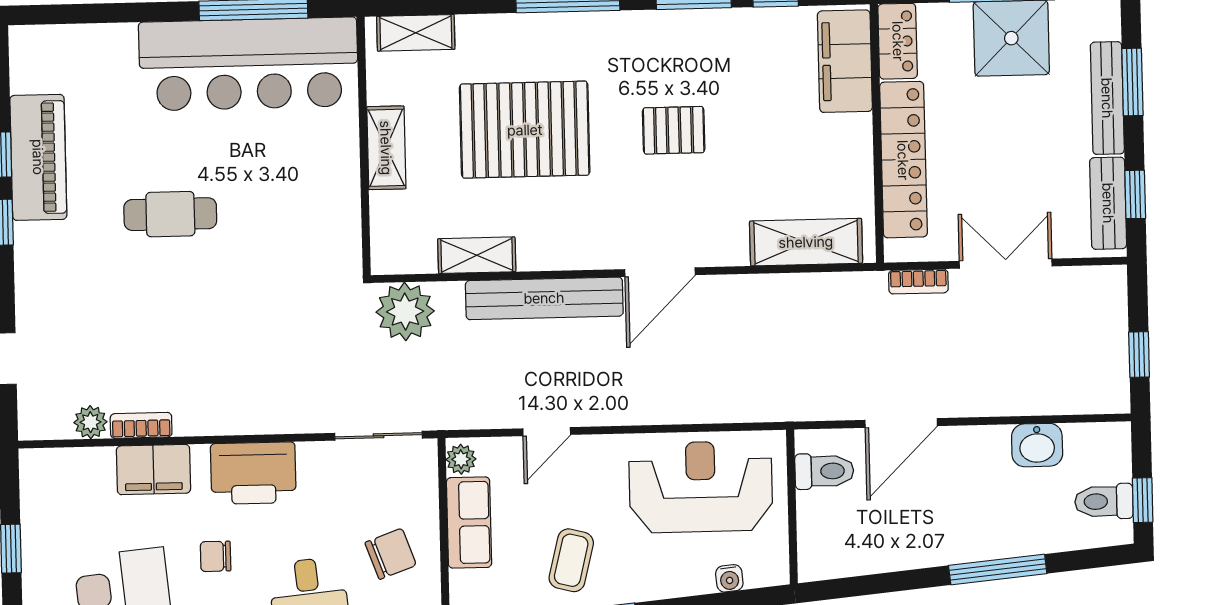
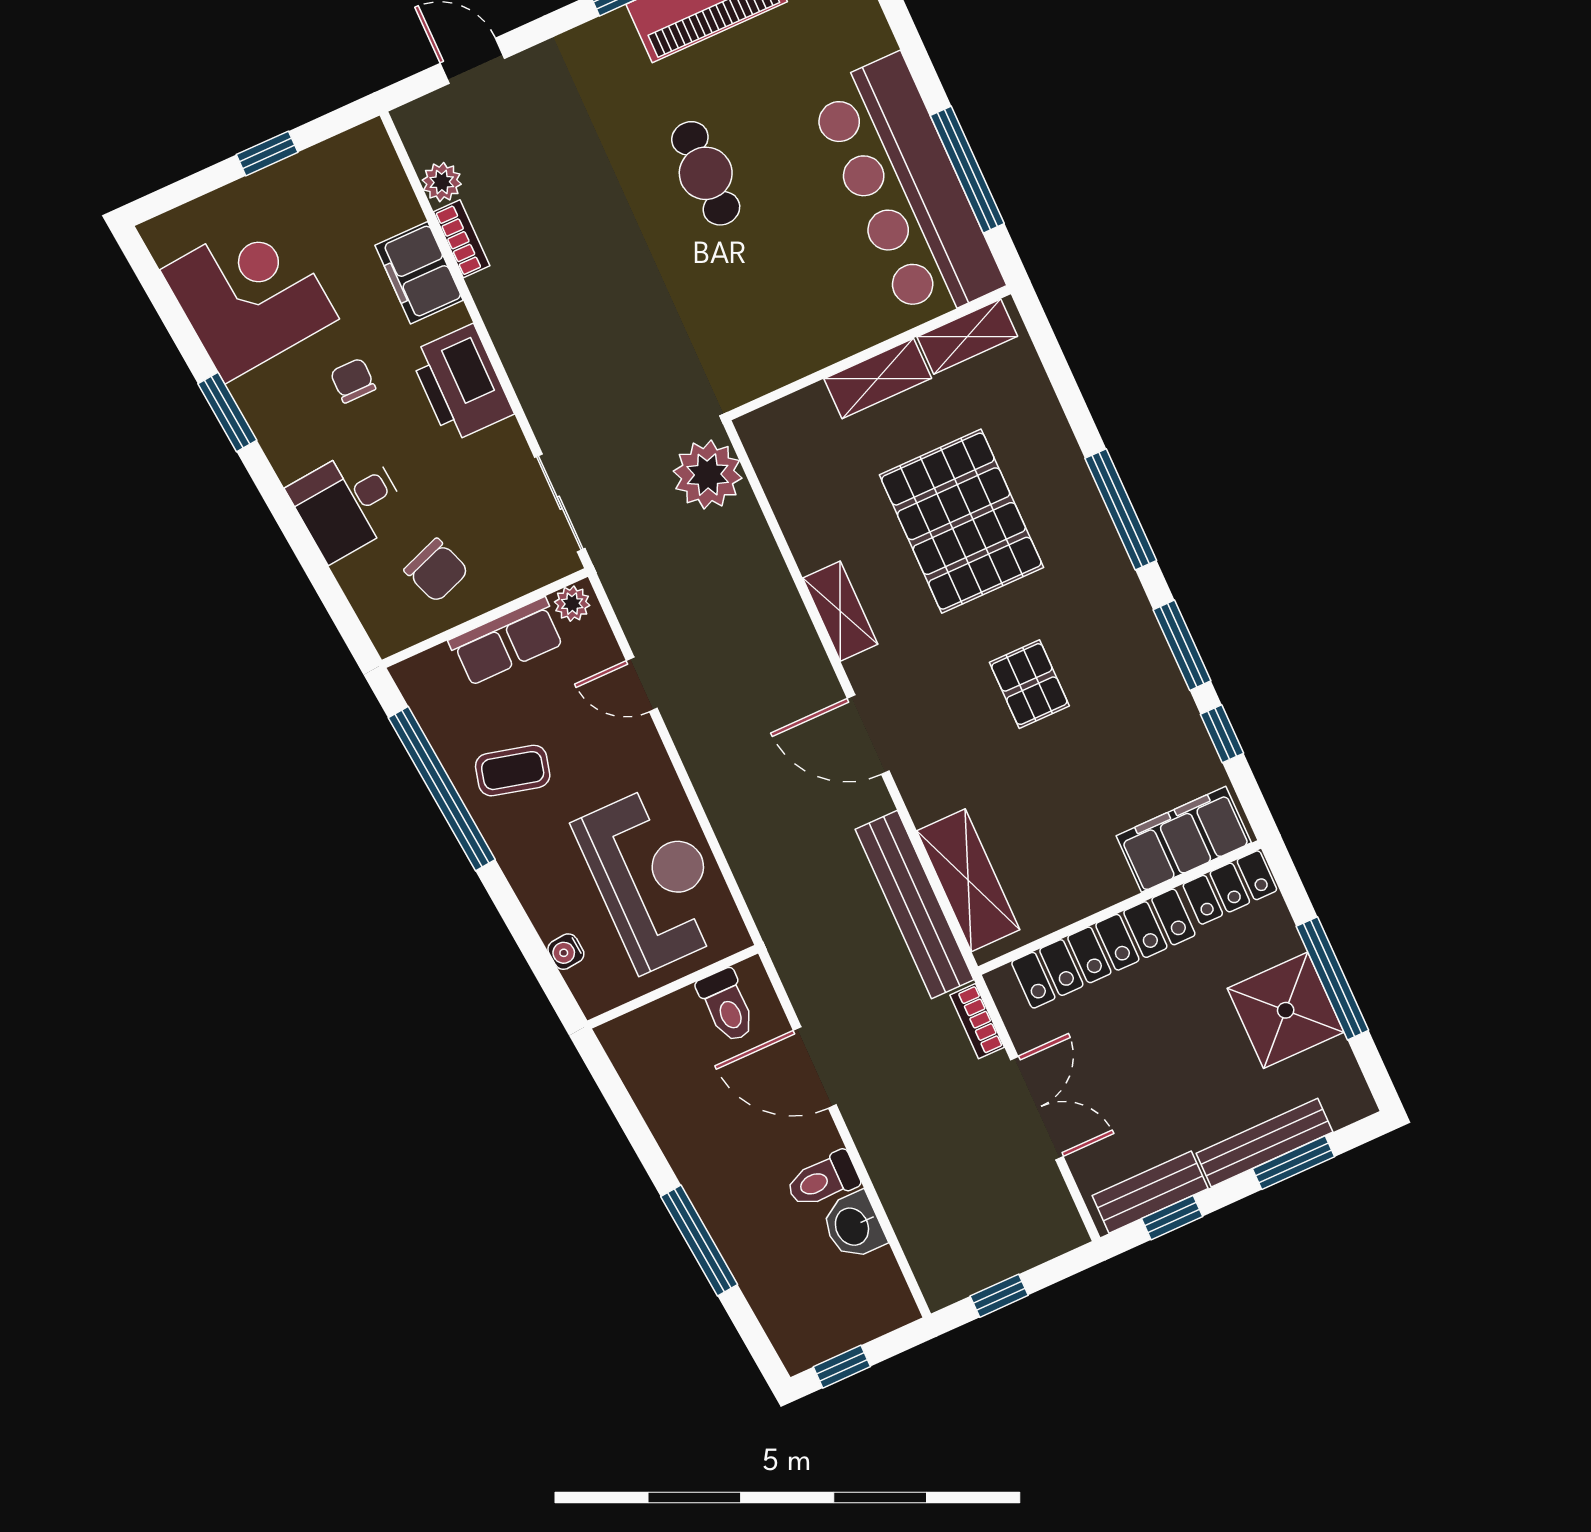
shelving: (416, 33) -> (967, 337), moved, turned 90
shelving: (477, 255) -> (840, 611), moved
bench: (544, 298) -> (914, 905), moved
toilet: (1104, 501) -> (823, 1180), moved, turned -90

